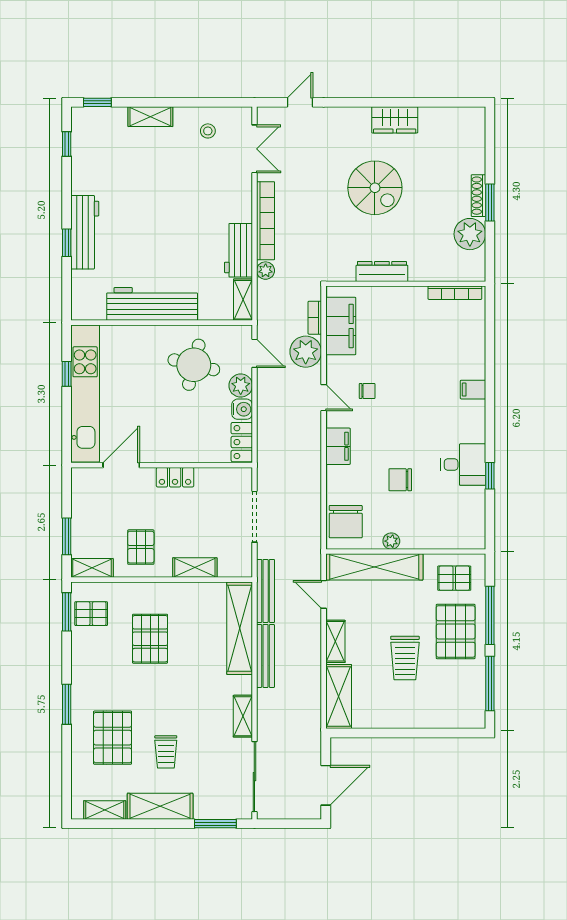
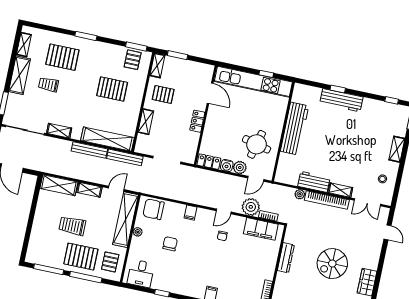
shelving: (243, 300) -> (340, 190), moved
filing cabinet: (338, 446) -> (191, 213), width x0.50
desk: (463, 465) -> (141, 273), moved

